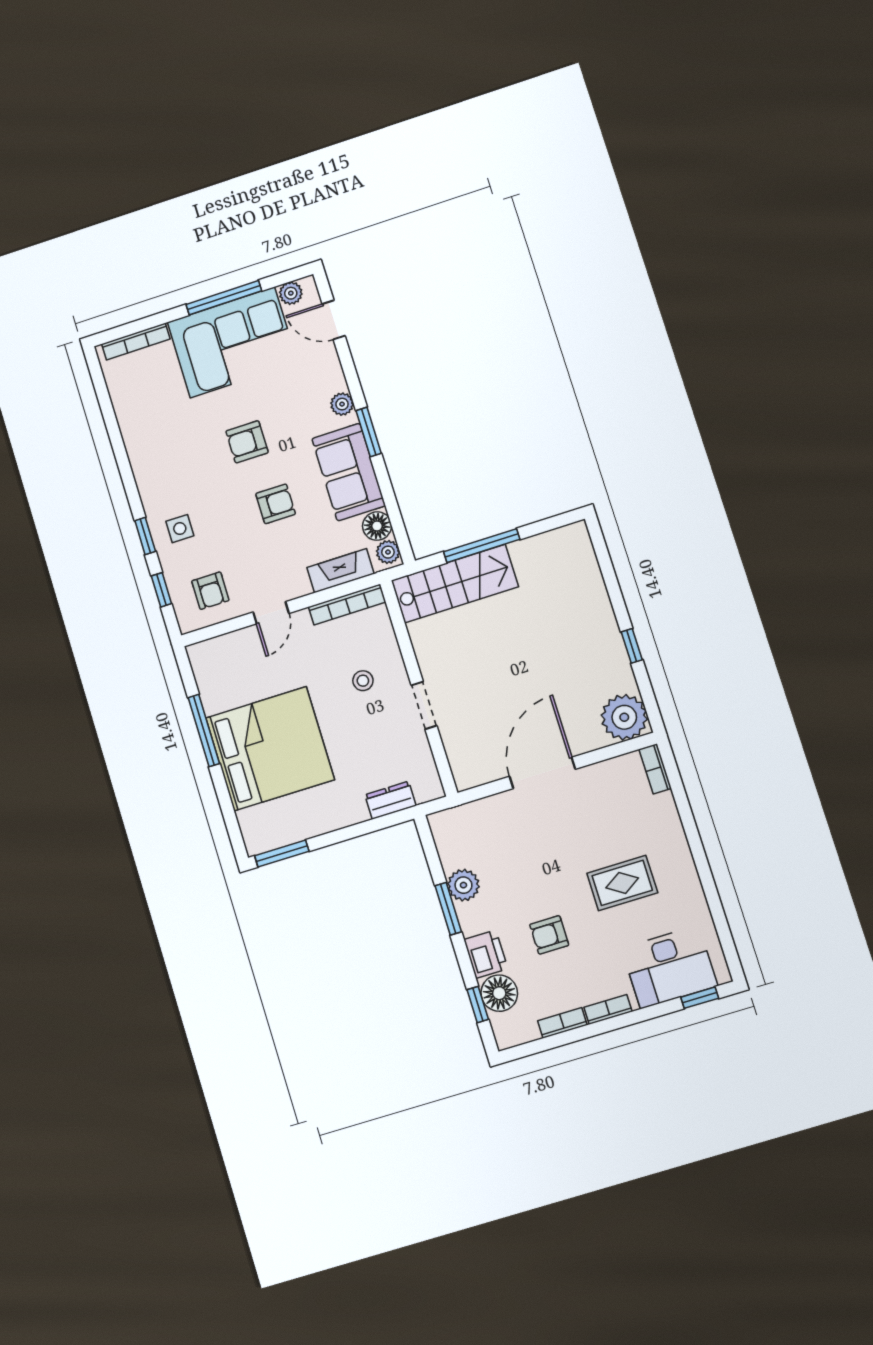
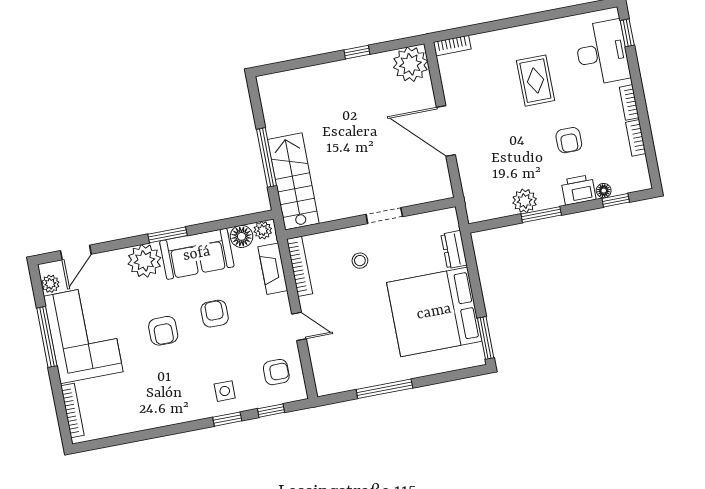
plant: (342, 404) -> (144, 261), width x1.88, depth x1.88
bed: (270, 749) -> (434, 312), moved, turned -90
floor lamp: (499, 993) -> (604, 191), width x0.53, depth x0.53

